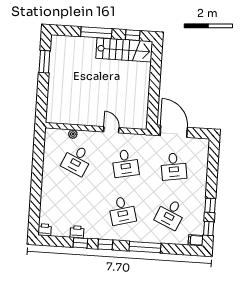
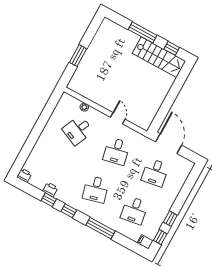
window: (44, 62) -> (78, 56), moved
desk: (170, 214) -> (134, 210), turned -33

